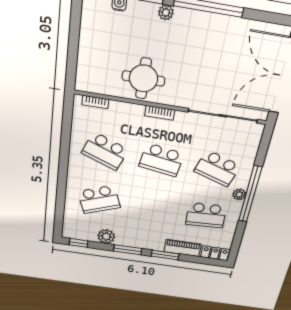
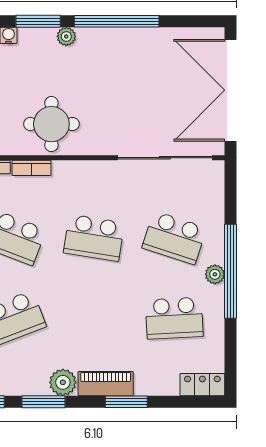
bookcase: (160, 113) -> (31, 168), moved
plant: (106, 236) -> (63, 382), moved
piano: (183, 248) -> (106, 384), moved
window: (128, 250) -> (44, 402), moved

